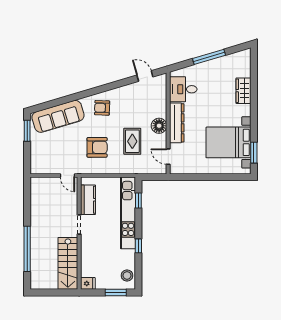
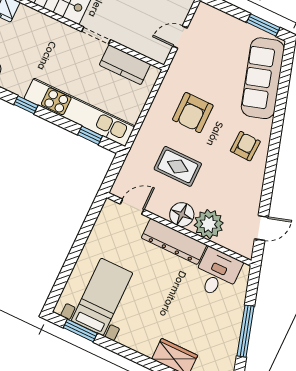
plant: (157, 108) -> (209, 224), added
bed with nightstands: (229, 142) -> (102, 297), width x0.73
door: (67, 175) -> (180, 37), moved

